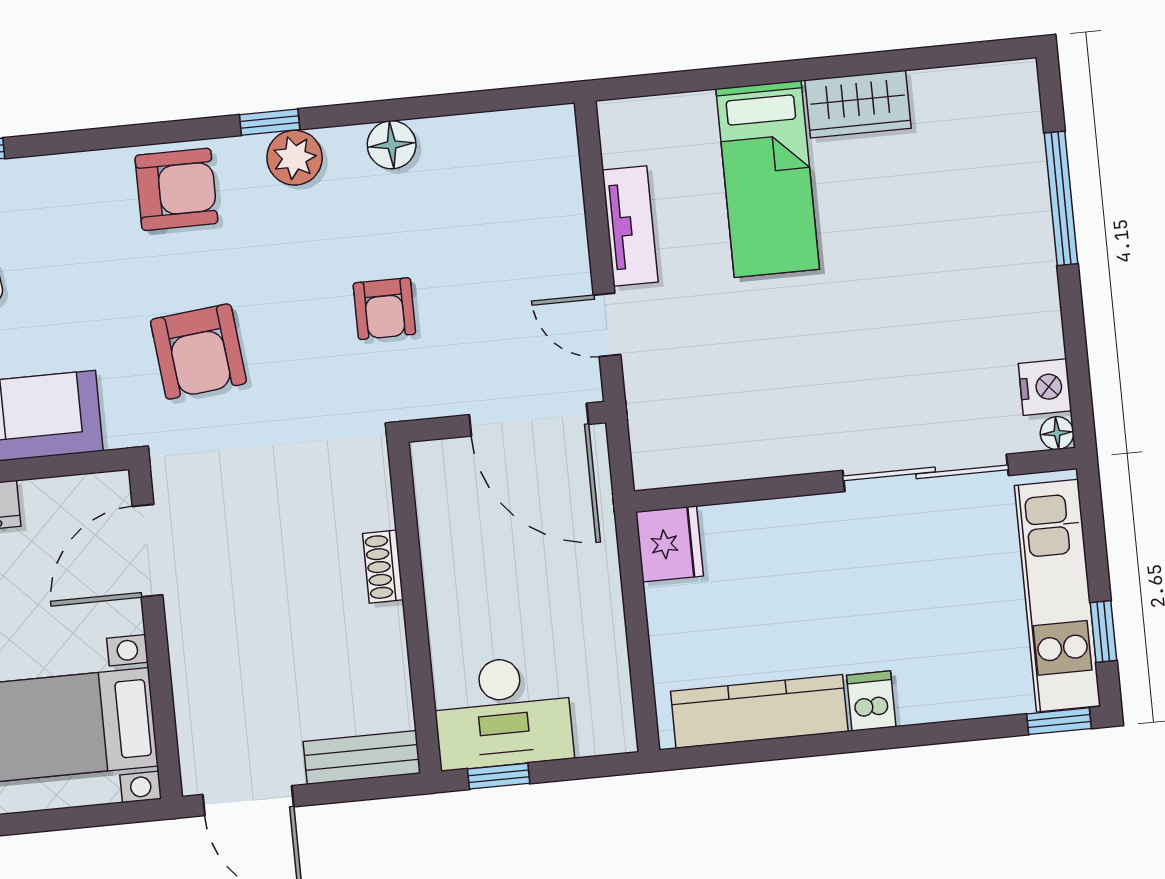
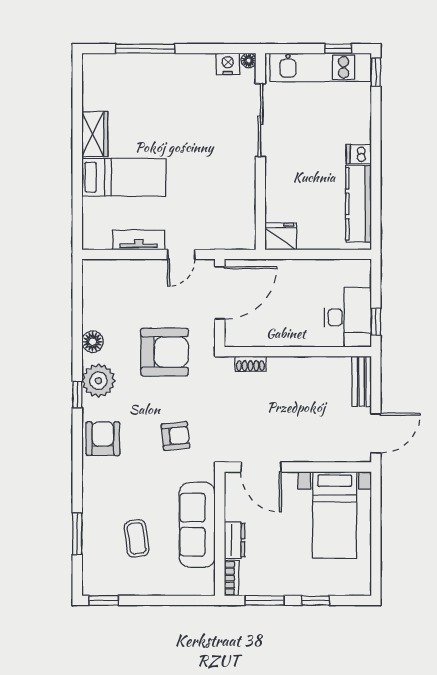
plant: (295, 158) -> (98, 381), width x1.36, depth x1.36
armchair: (384, 309) -> (165, 352), width x1.88, depth x1.88
armchair: (198, 352) -> (175, 436), width x0.72, depth x0.72
shoe rack: (383, 567) -> (250, 364), moved

